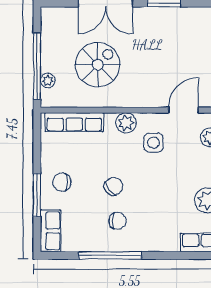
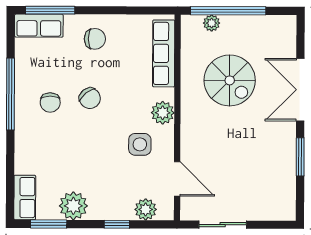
chair: (62, 182) -> (95, 39), turned 90
window: (37, 195) -> (50, 10), moved

